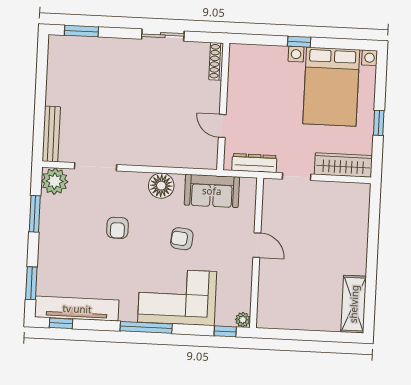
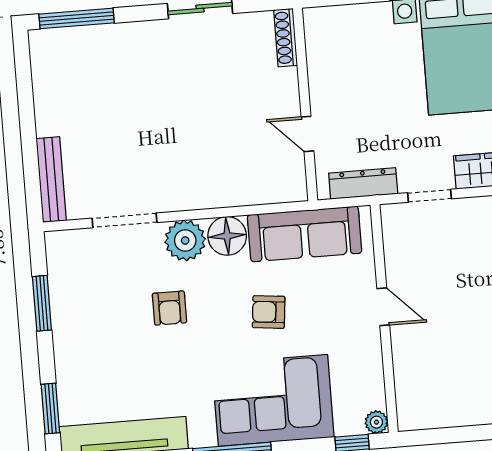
window: (81, 31) -> (77, 18), width x1.44
plant: (55, 181) -> (185, 240), moved
sofa: (212, 191) -> (305, 234), width x1.36

